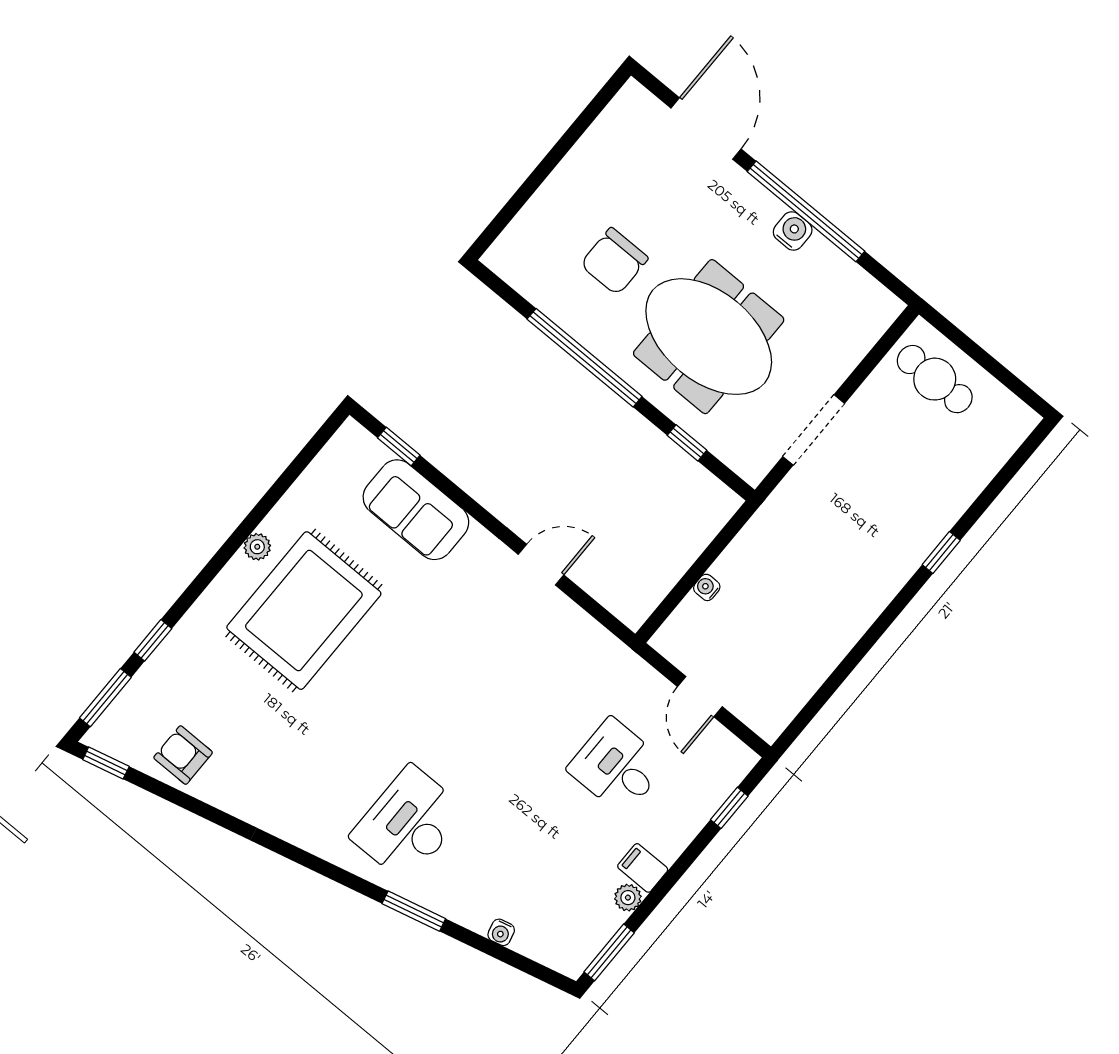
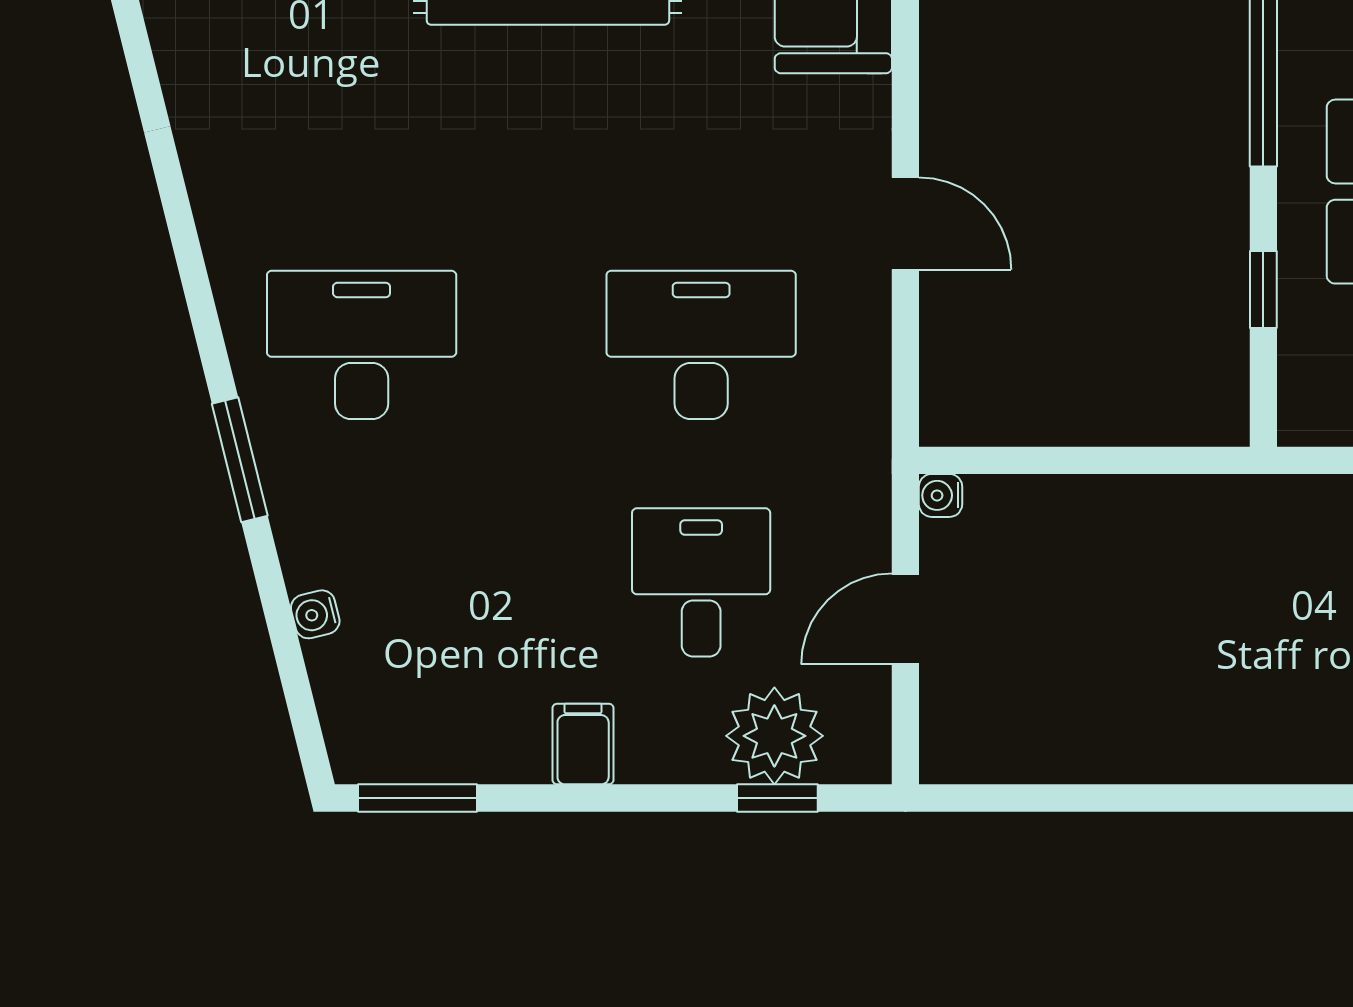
water cooler: (707, 587) -> (941, 495), moved, turned -90
desk: (522, 687) -> (701, 345), added
plant: (628, 898) -> (774, 736), moved, width x1.88, depth x1.88

